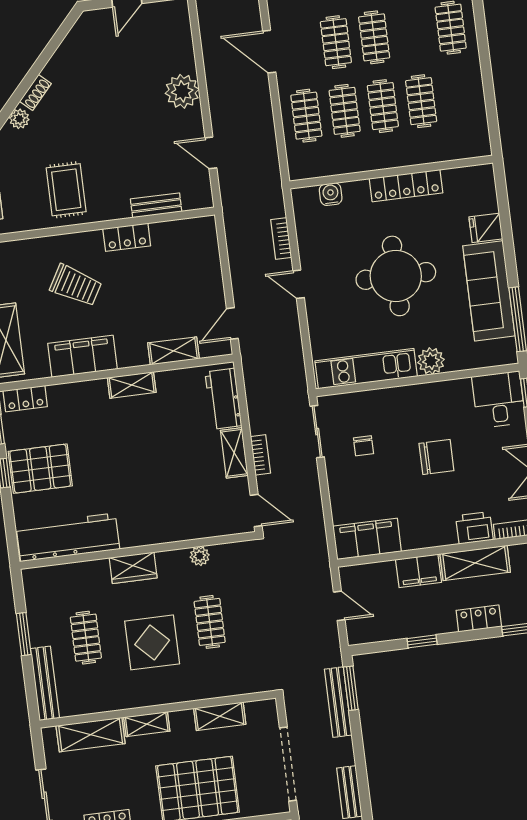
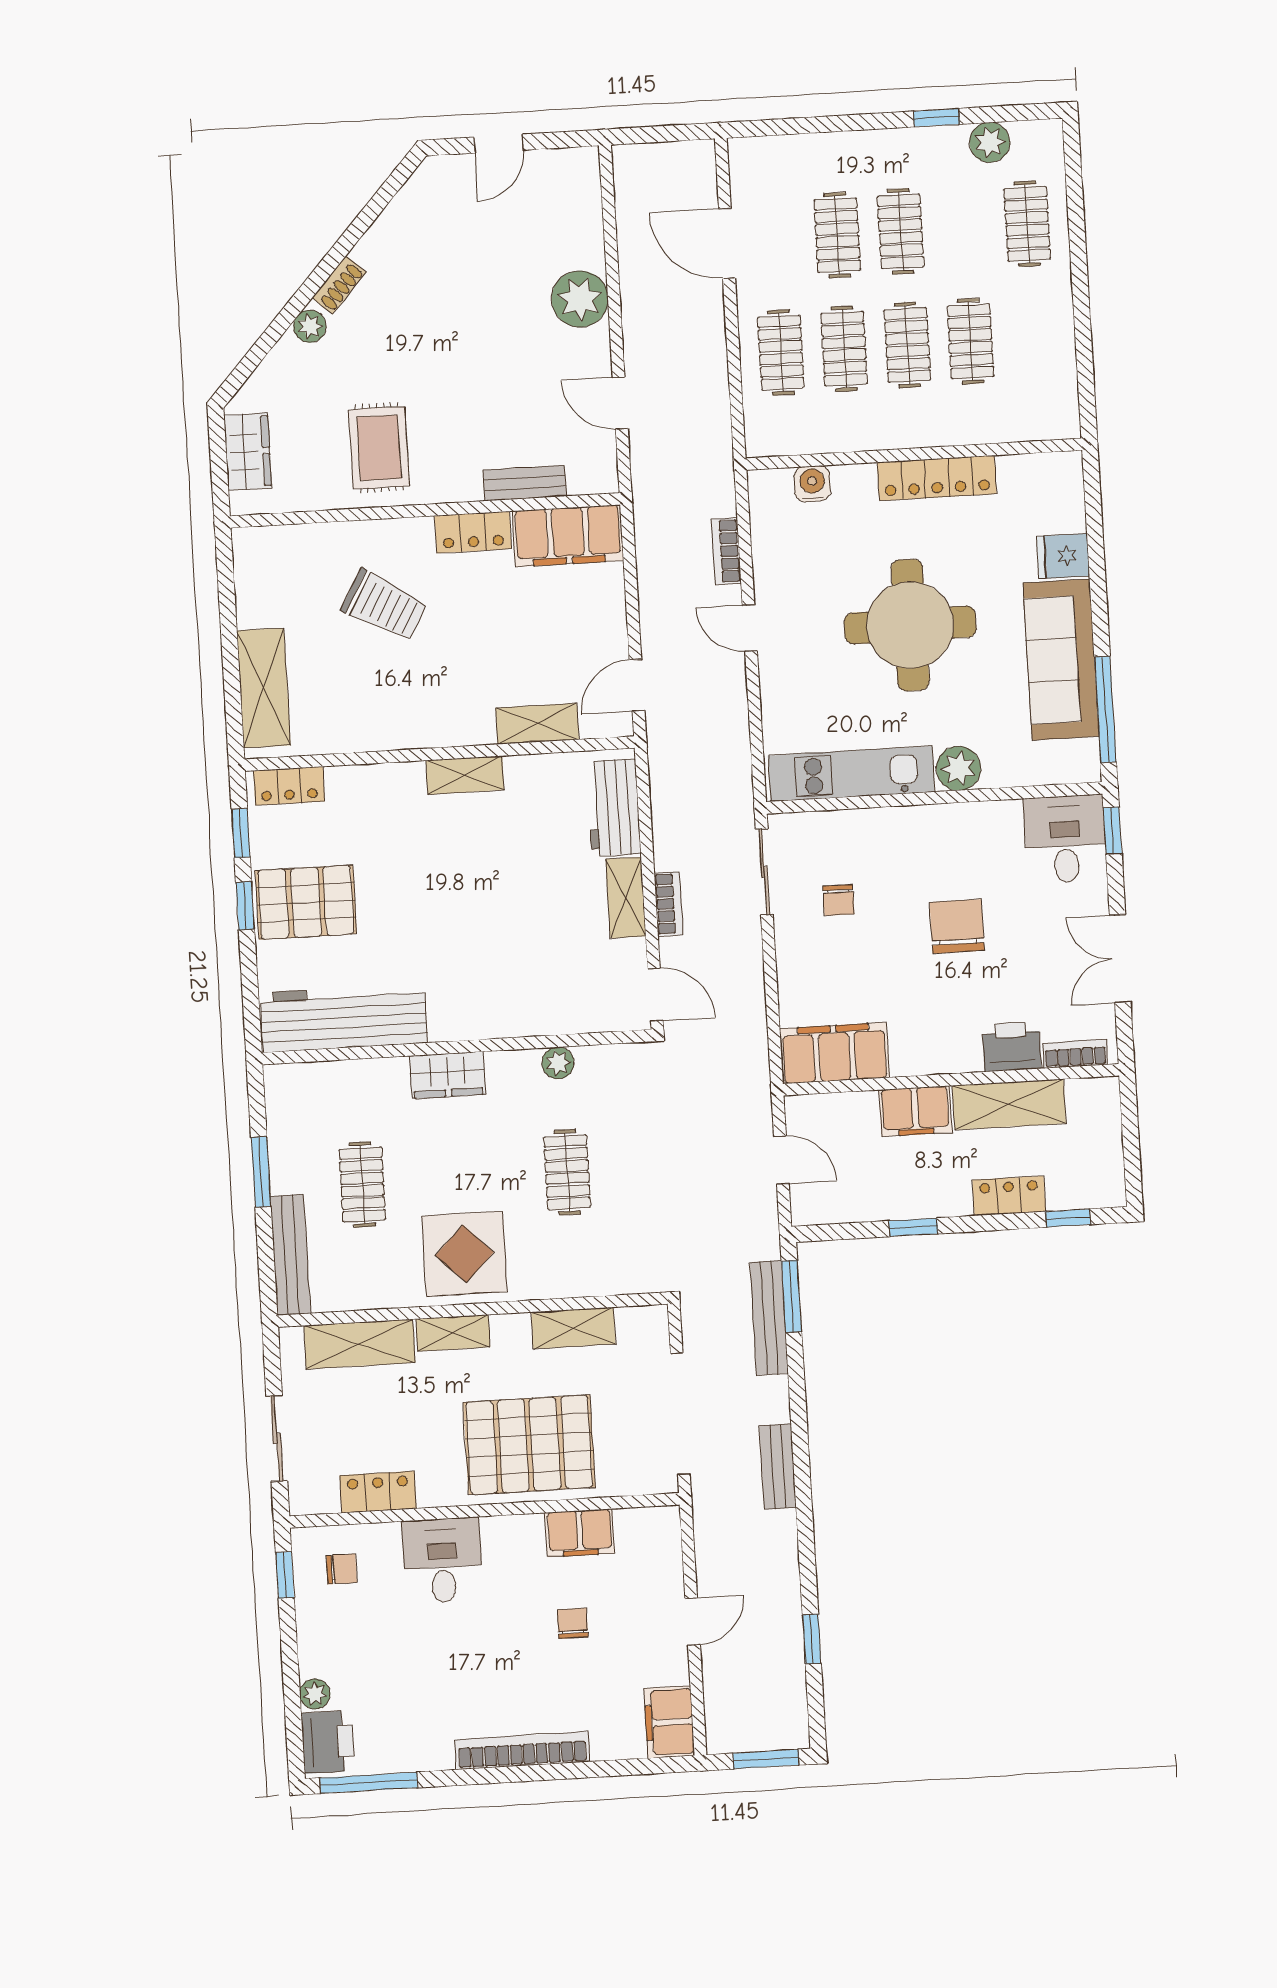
filing cabinet: (83, 356) -> (568, 536), moved, turned 180
chair: (436, 457) -> (957, 926), turned -90
display table: (152, 642) -> (465, 1254), moved

